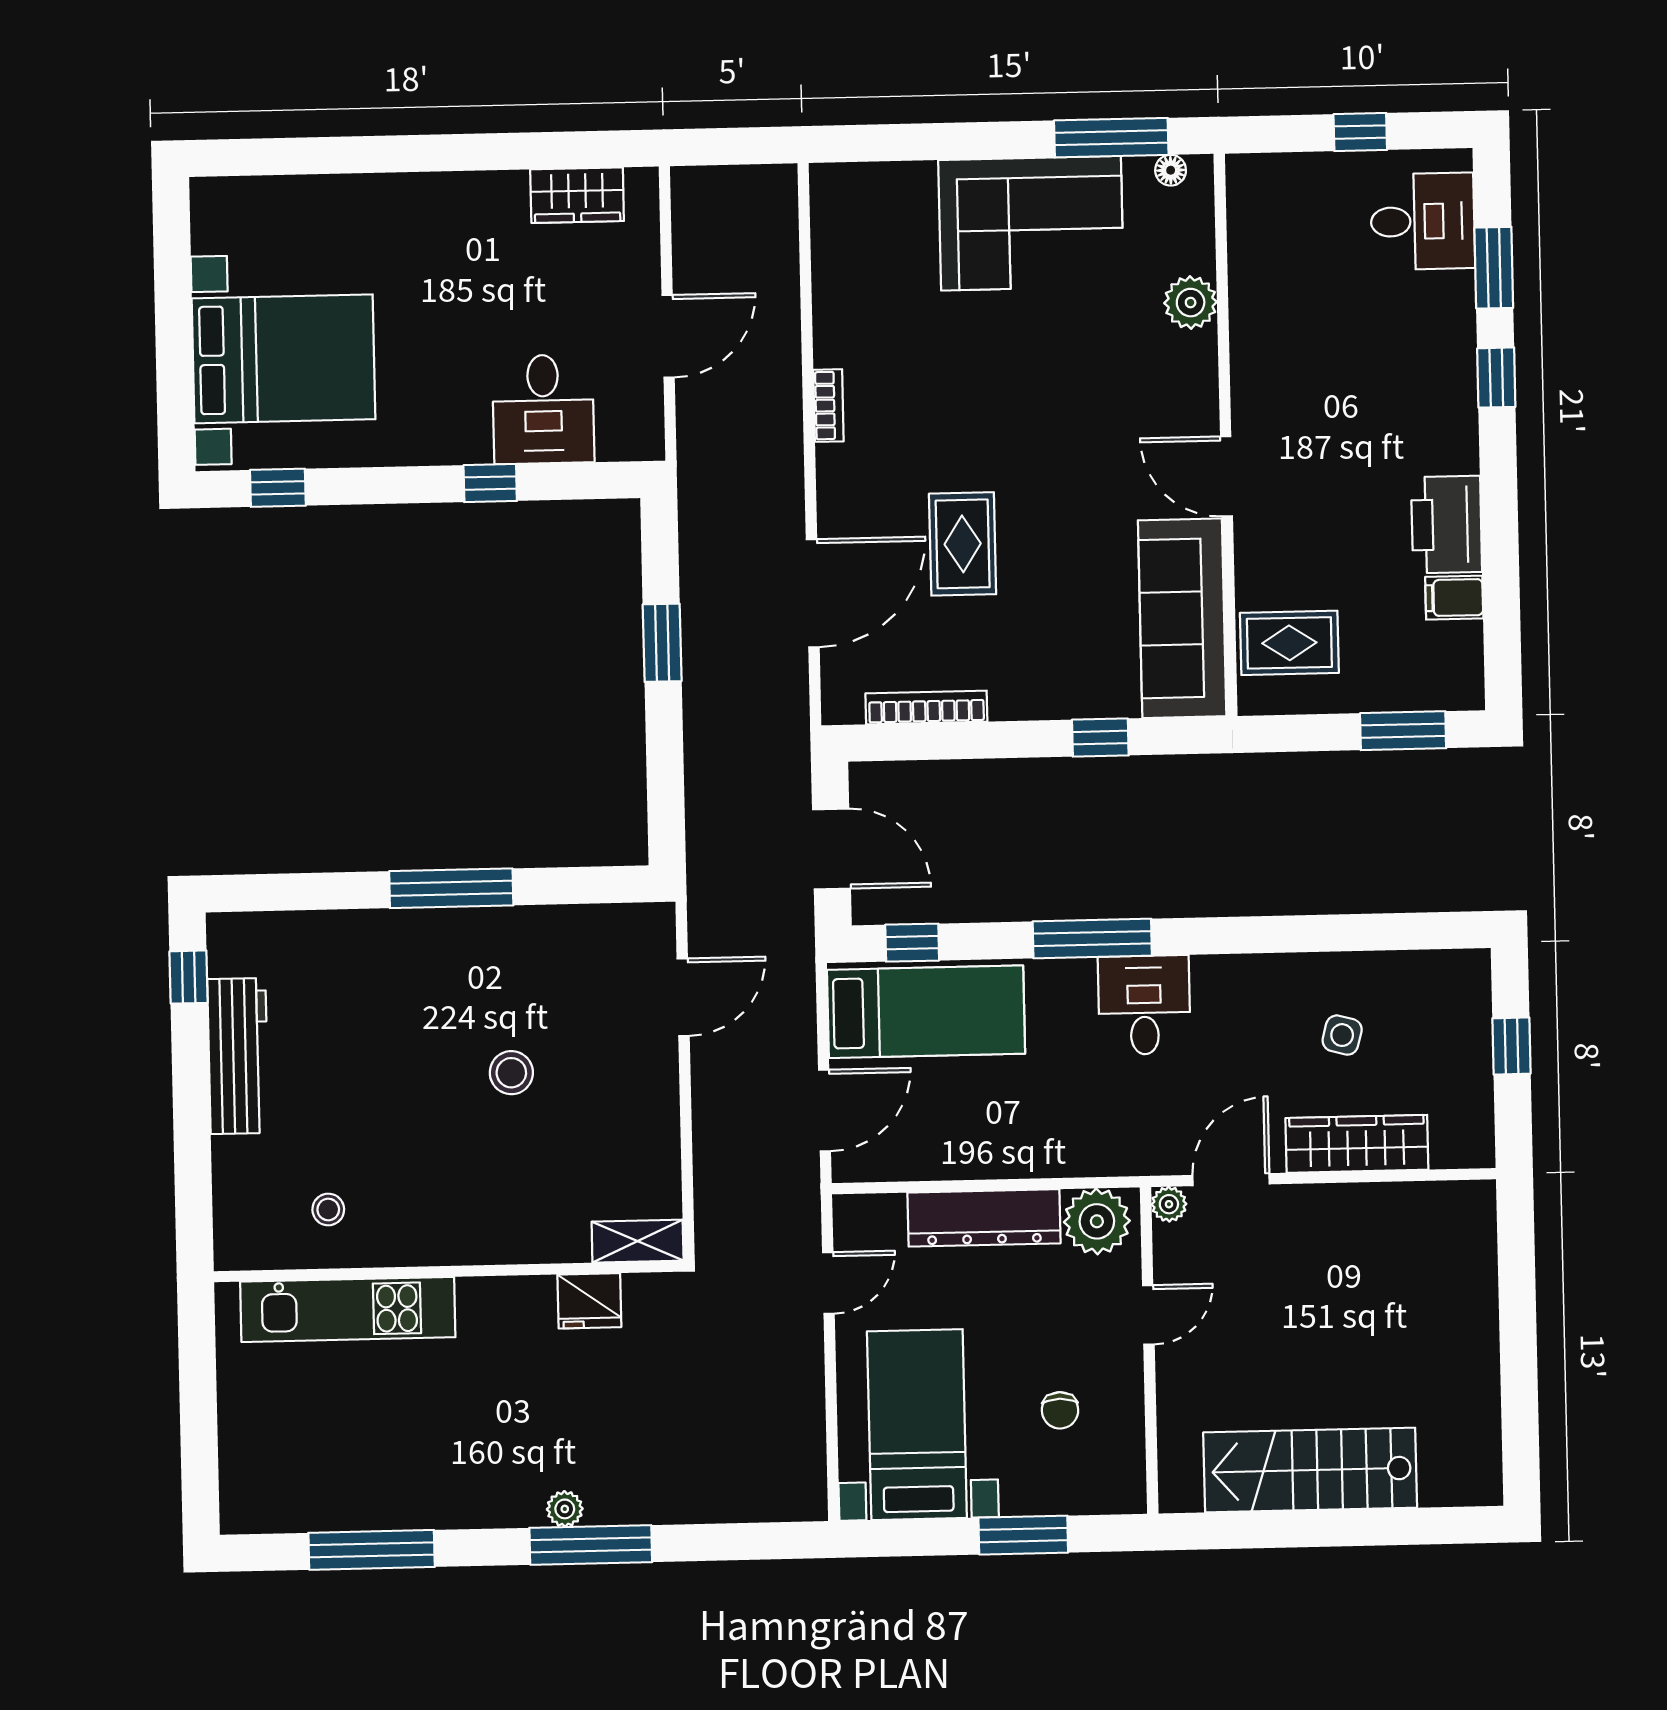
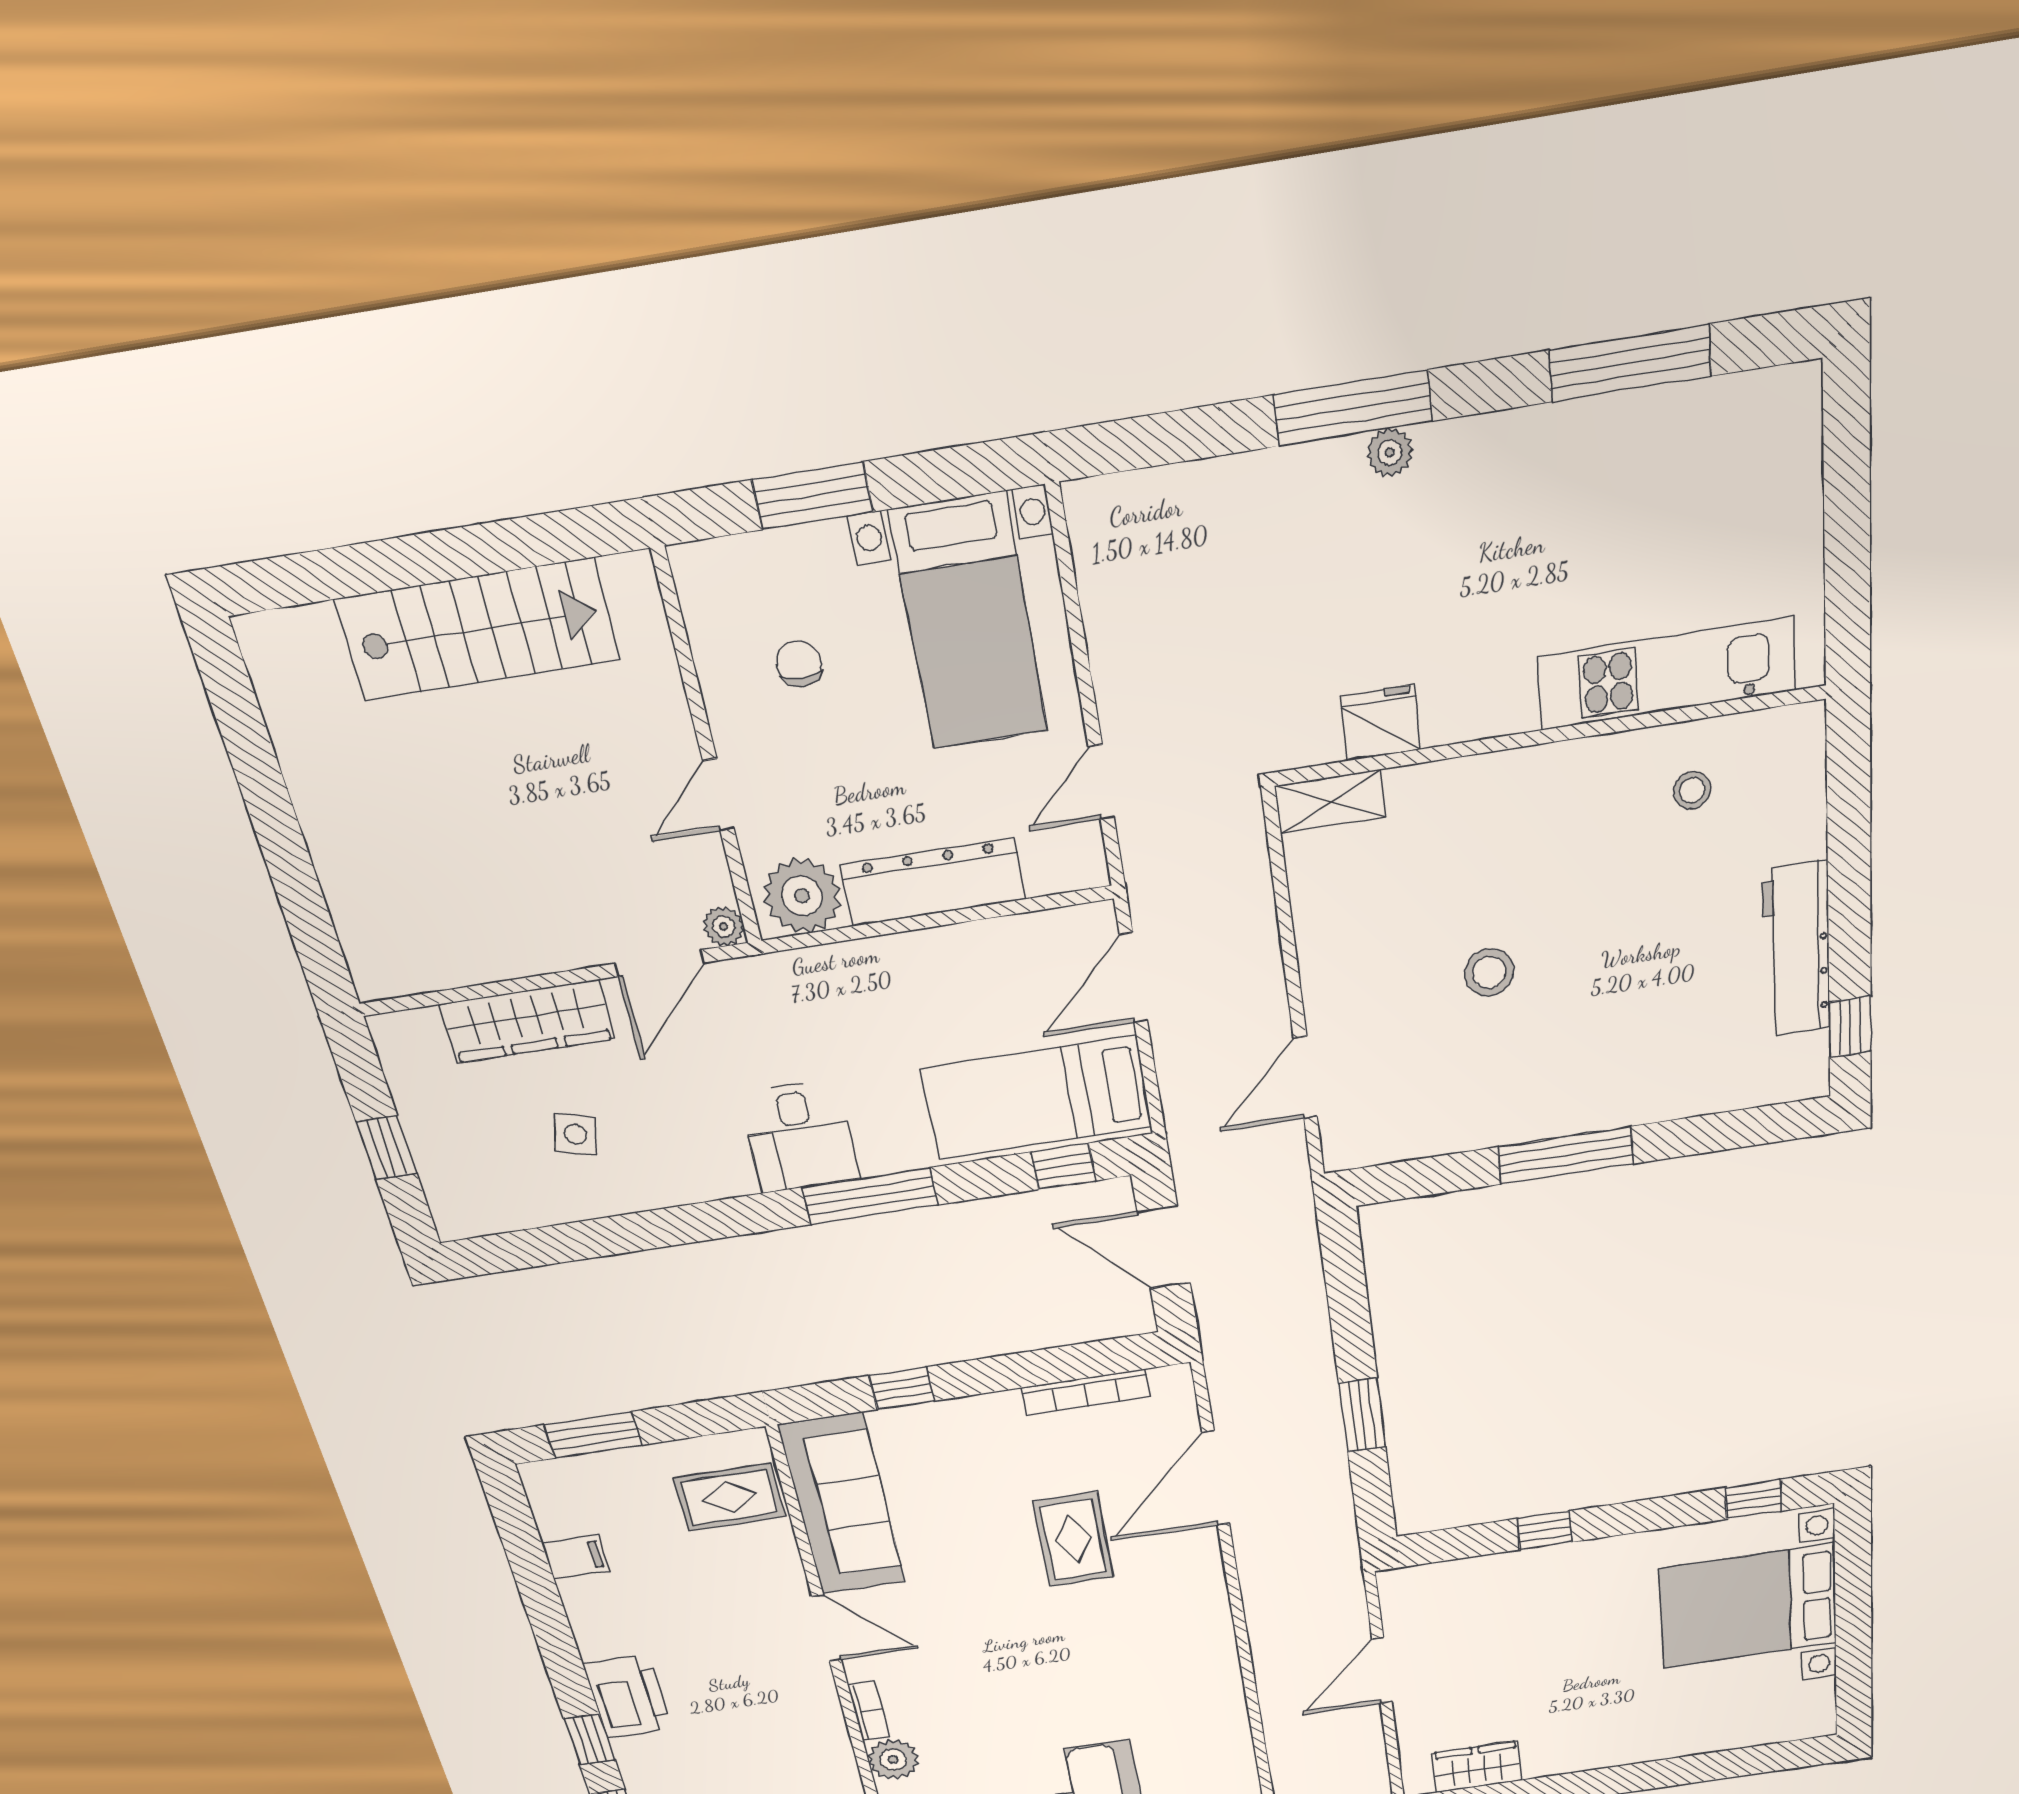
bookcase: (828, 406) -> (869, 1711), moved, turned 180
desk: (543, 409) -> (1497, 1597), removed
printer: (1447, 525) -> (628, 1696), moved

